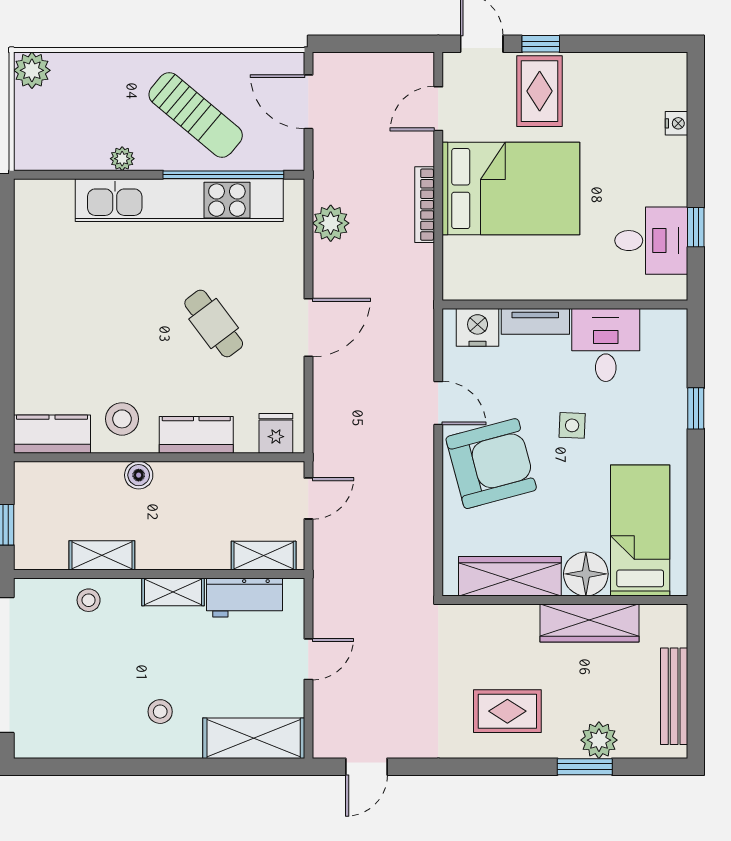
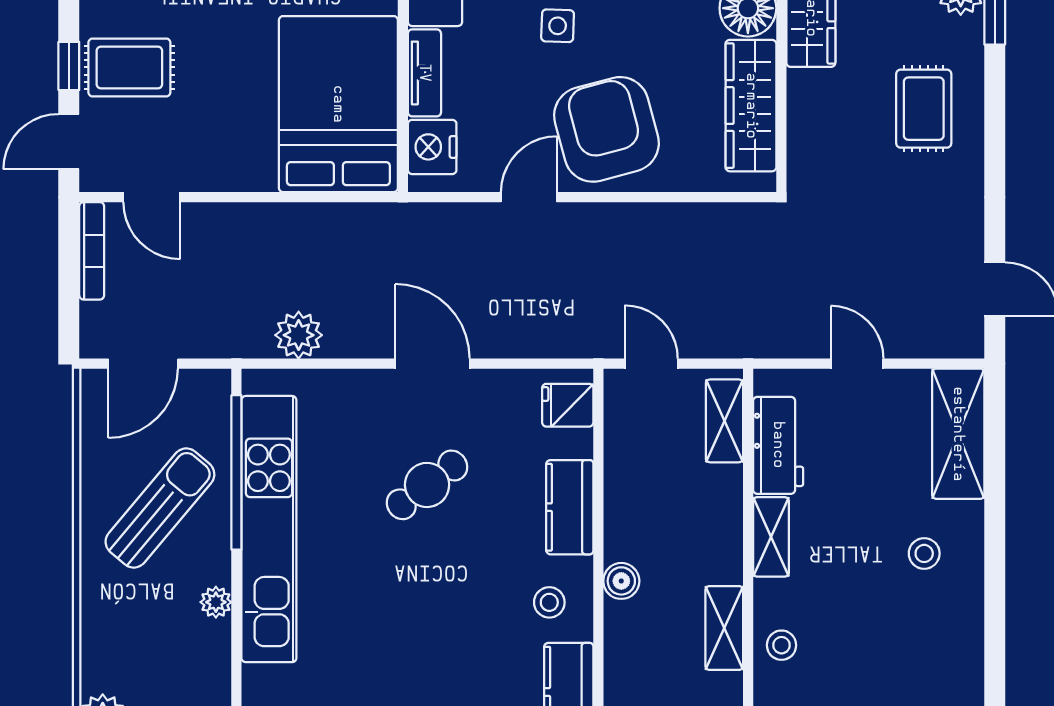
bed: (511, 189) -> (338, 104), moved
bookcase: (425, 205) -> (92, 251), moved, turned -90
stool: (122, 419) -> (549, 602), width x0.73, depth x0.73

